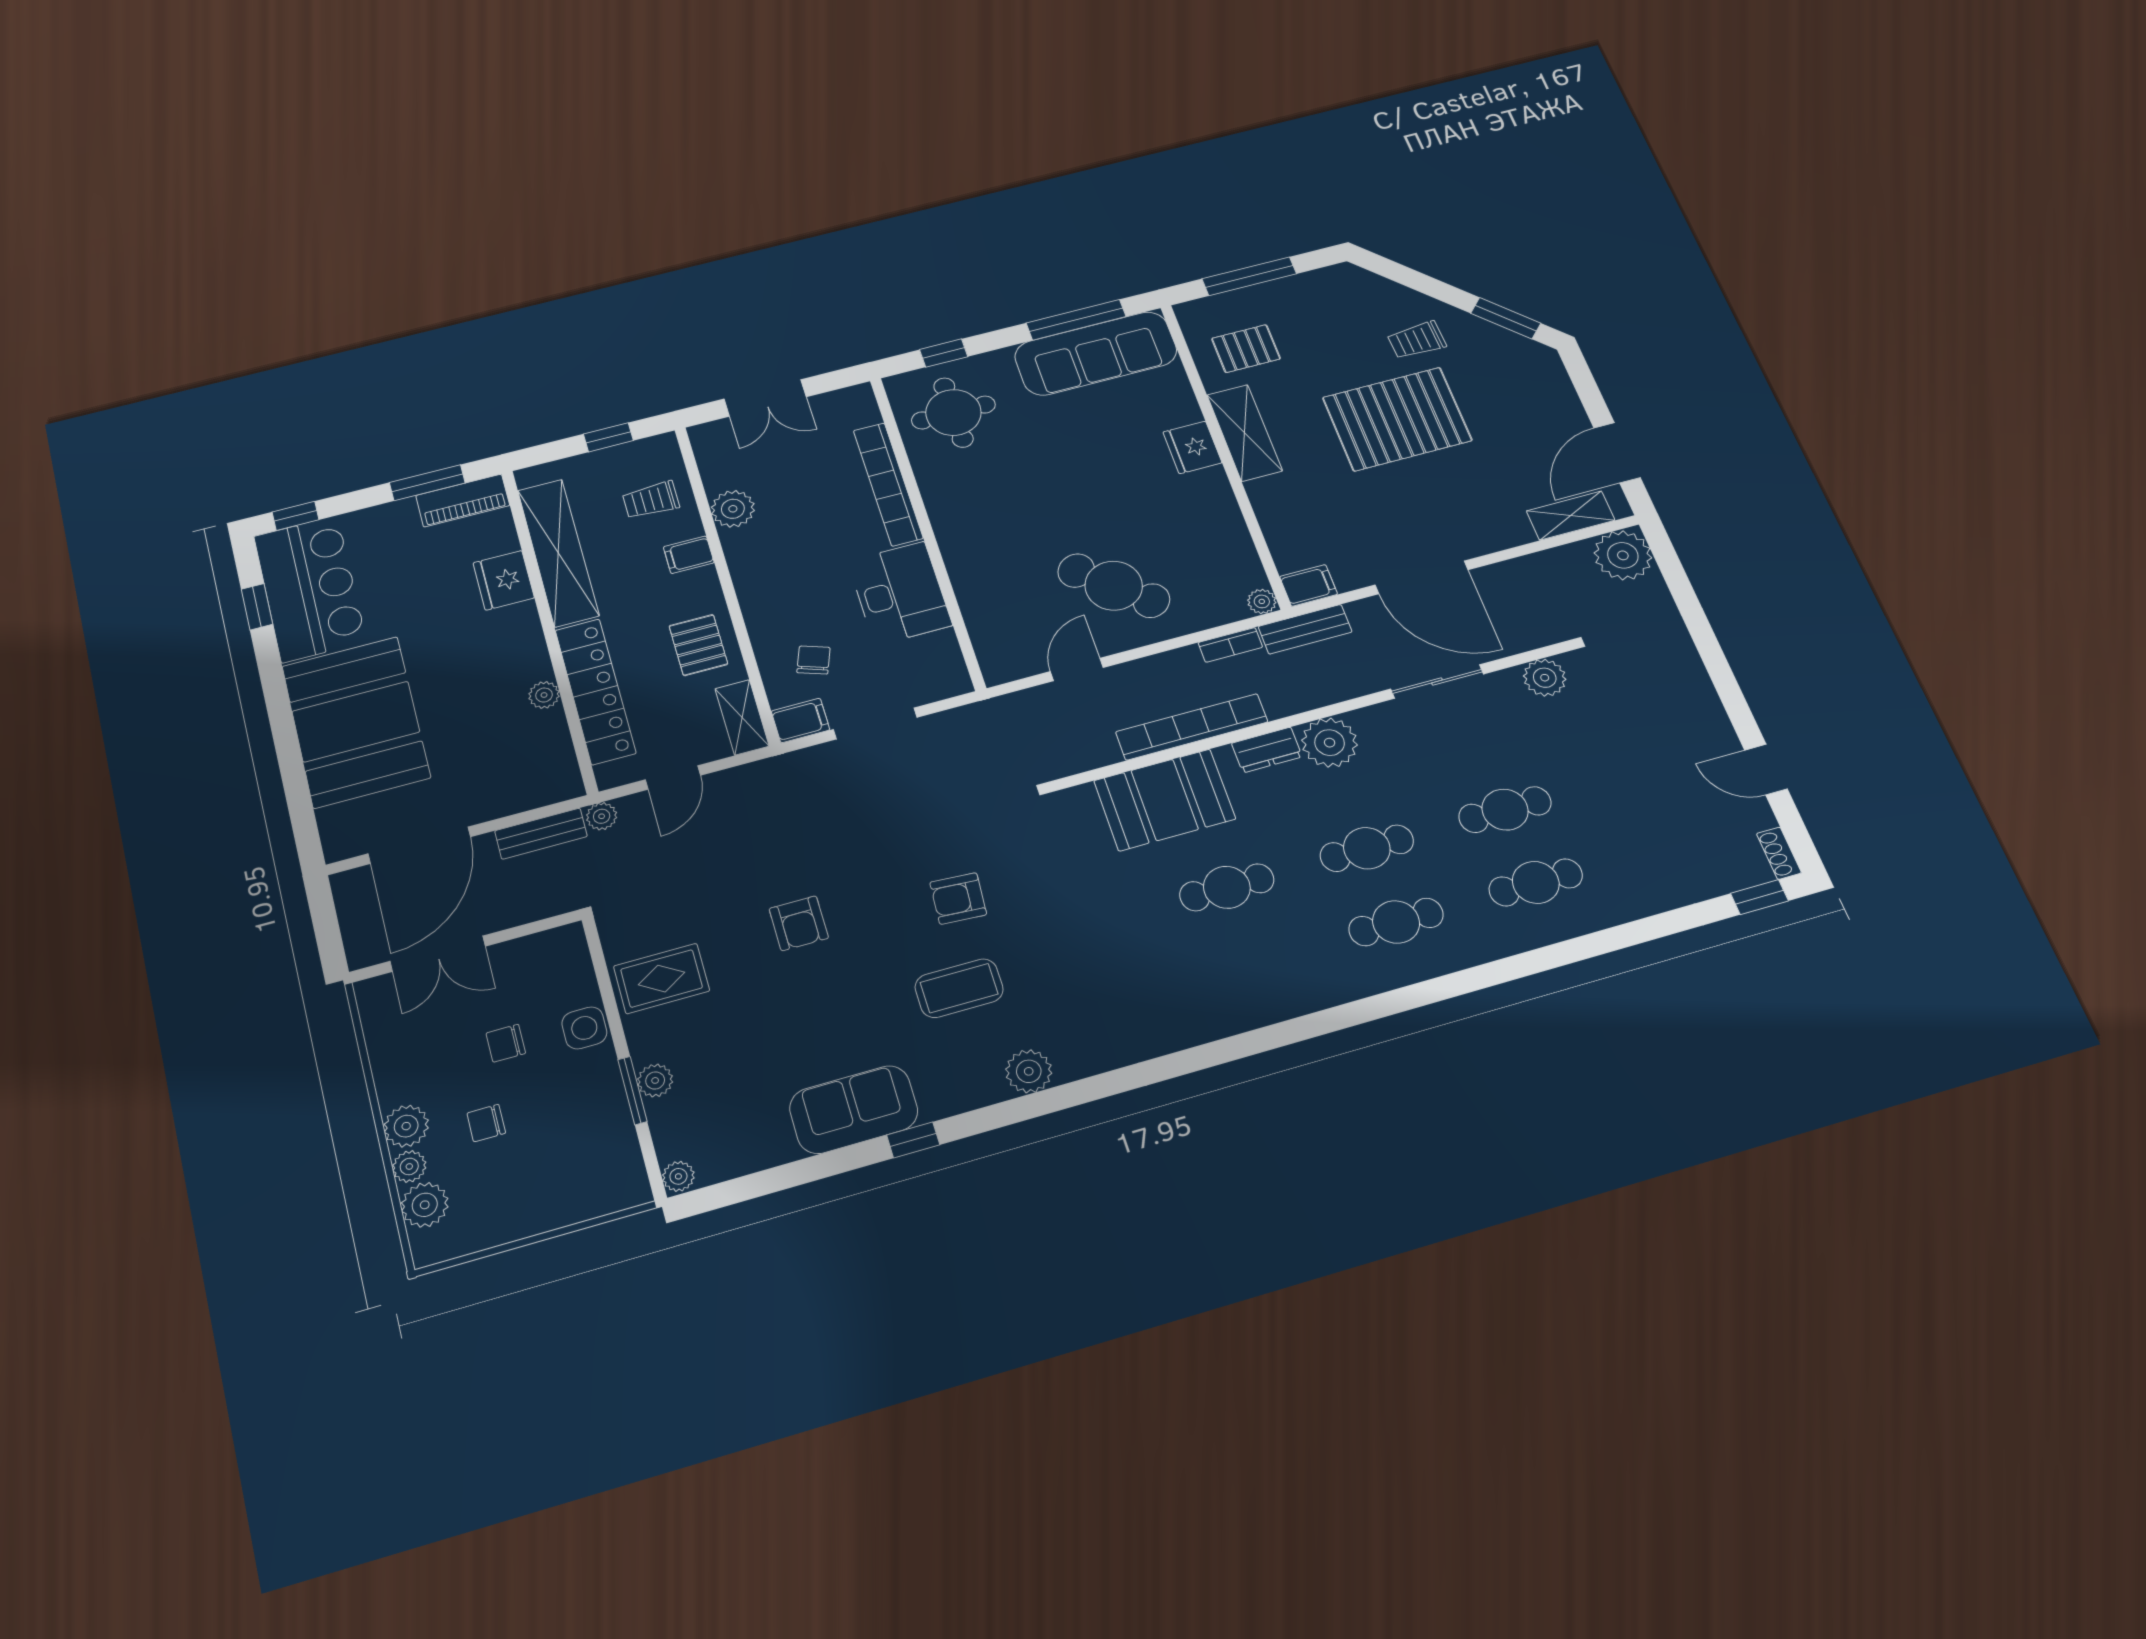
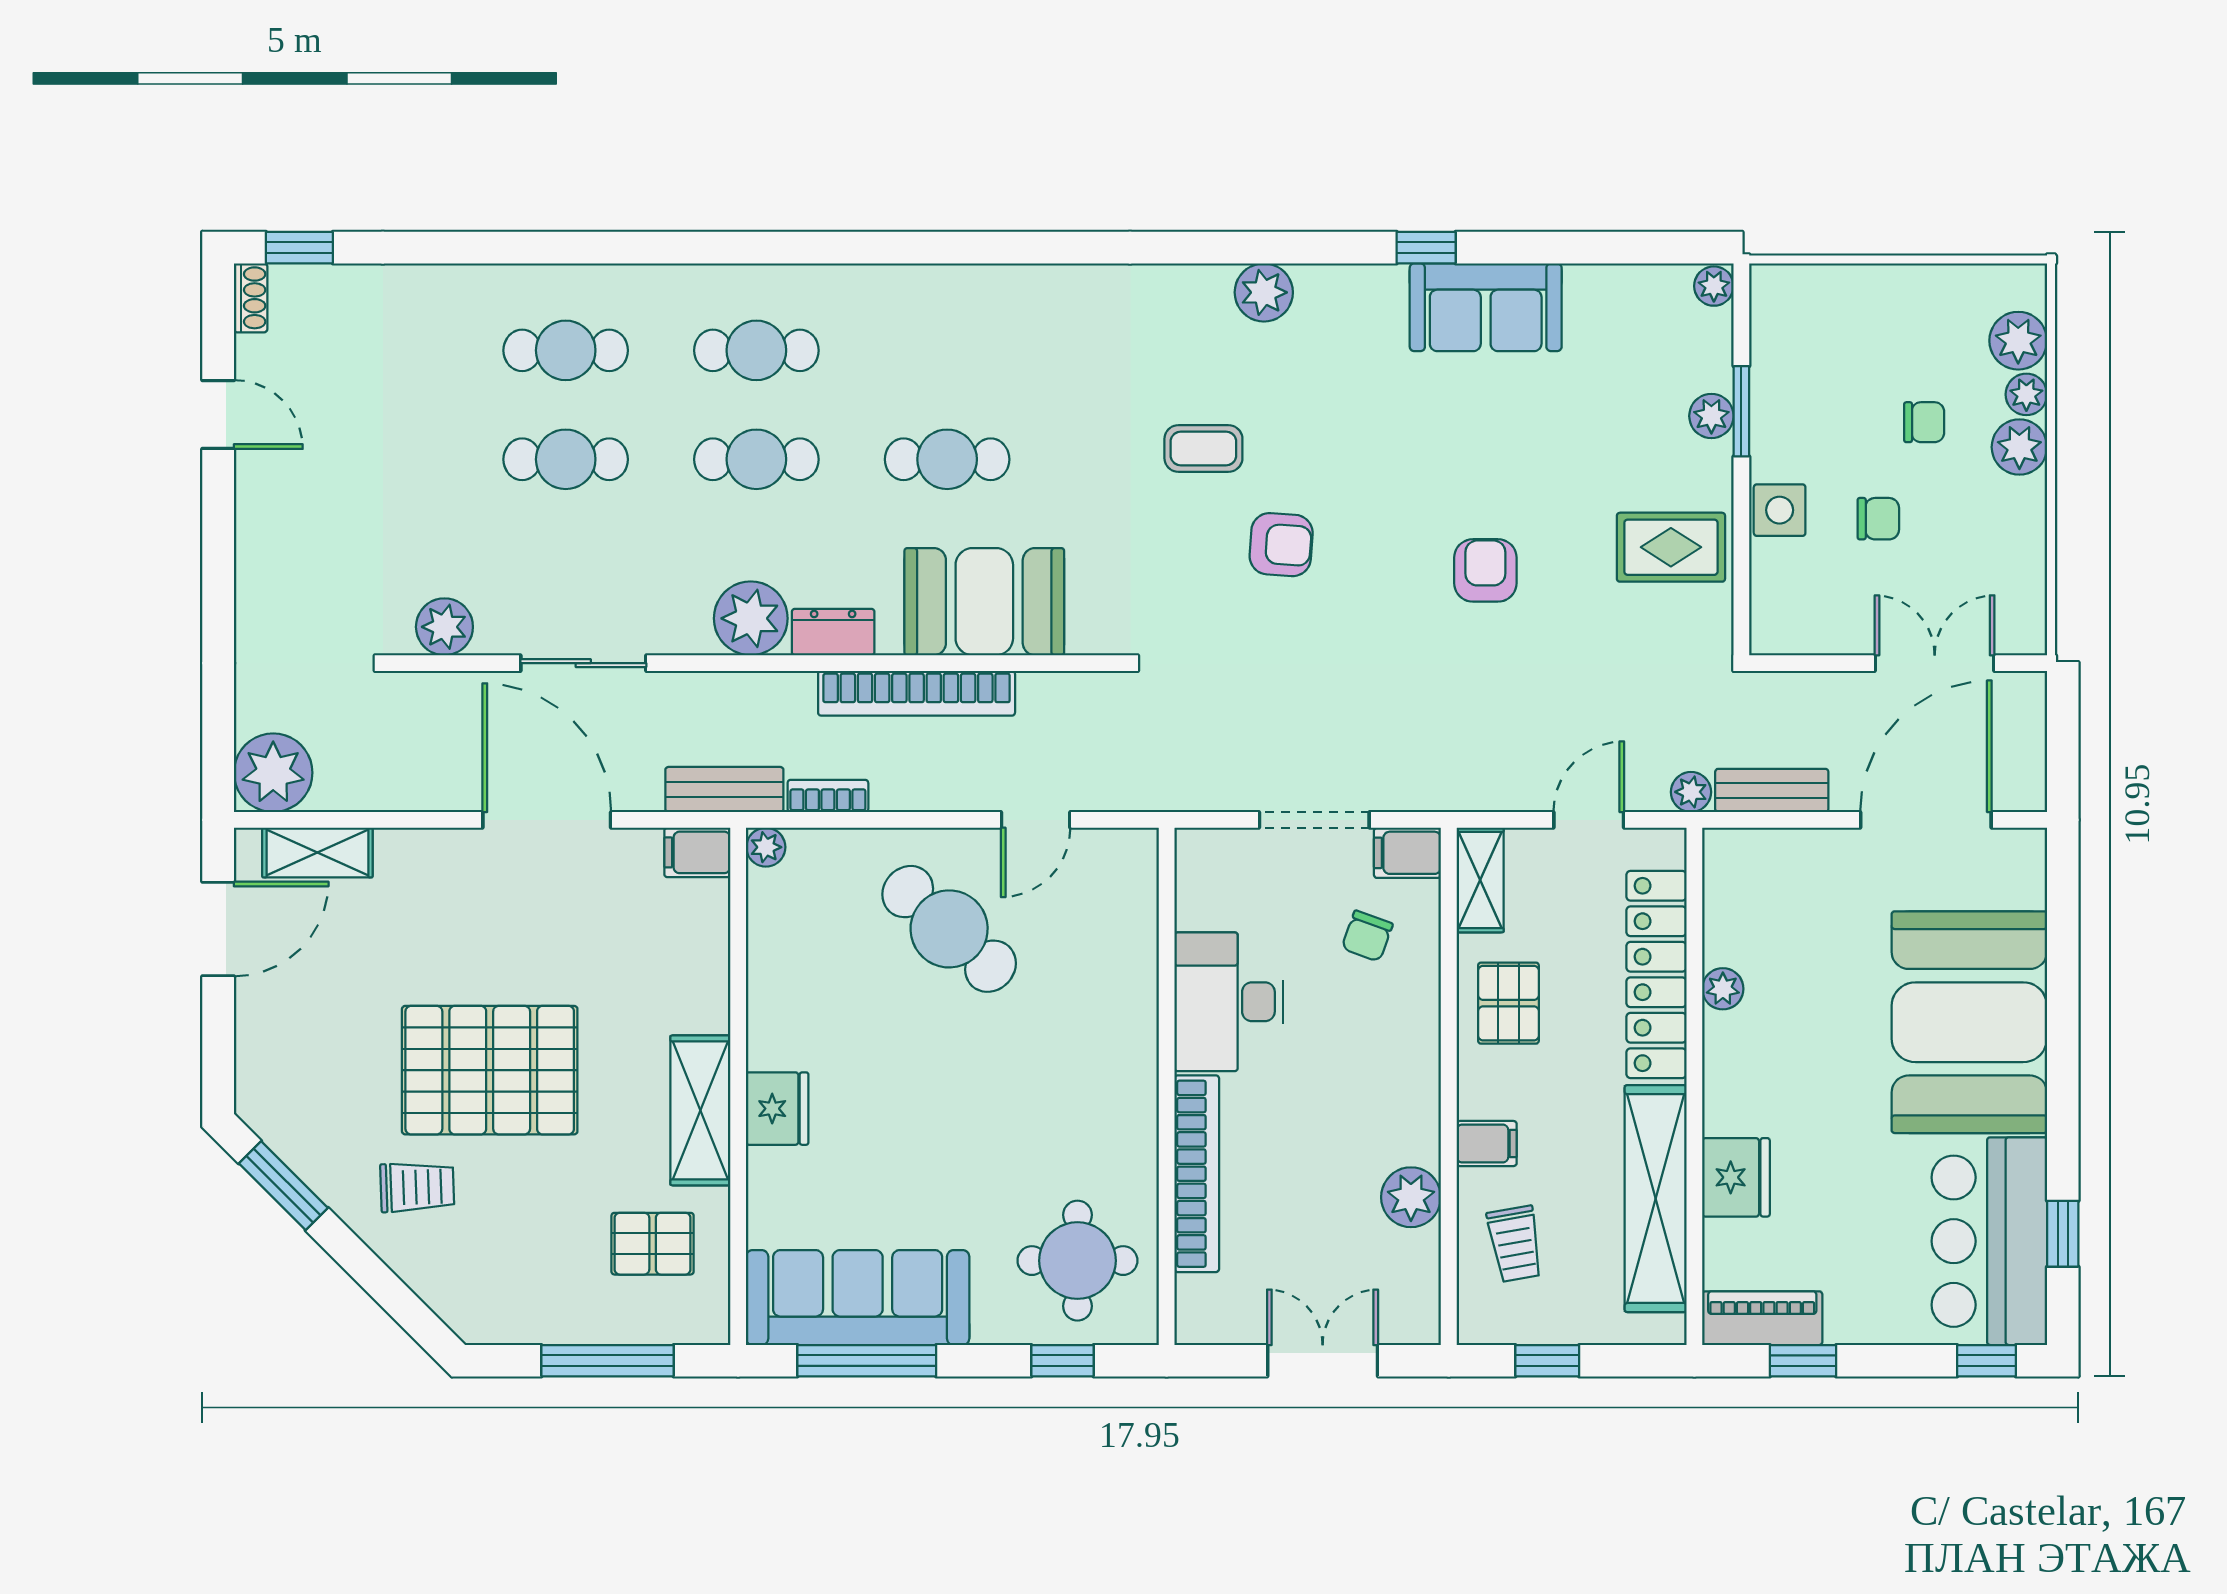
window: (427, 483) -> (1803, 1361), width x0.67
trolley: (651, 500) -> (1515, 1244), turned 80
coffee table: (959, 988) -> (1203, 449), moved, width x0.73, depth x0.77

